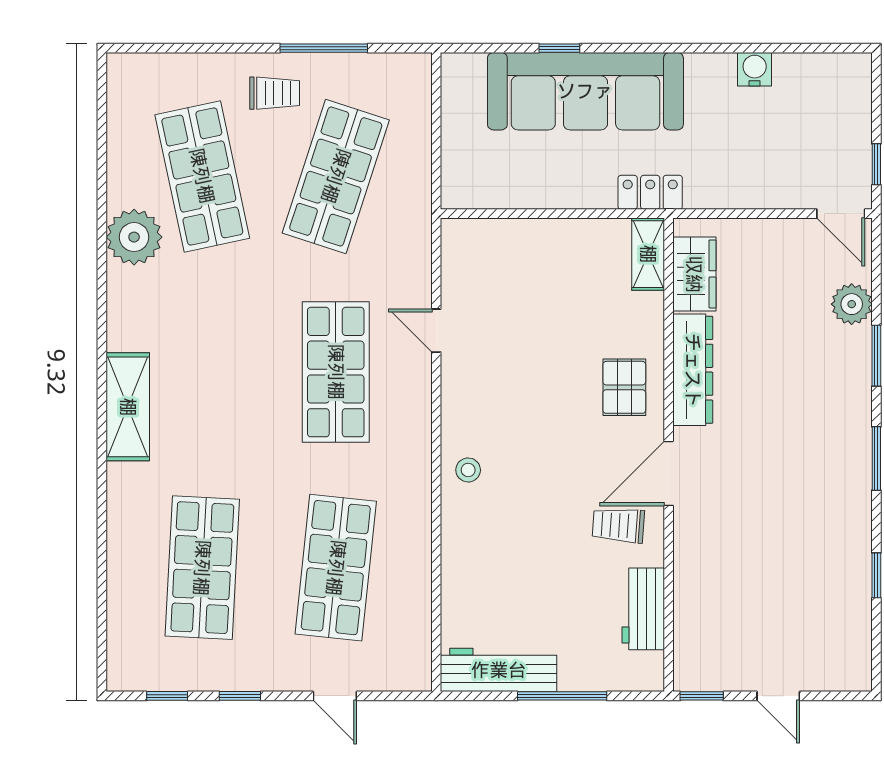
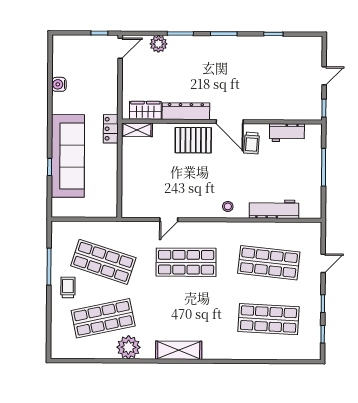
pallet: (624, 387) -> (193, 140), width x1.50, depth x1.42
shelving: (128, 407) -> (179, 350), moved
workbench: (499, 670) -> (274, 209), moved, turned 90

